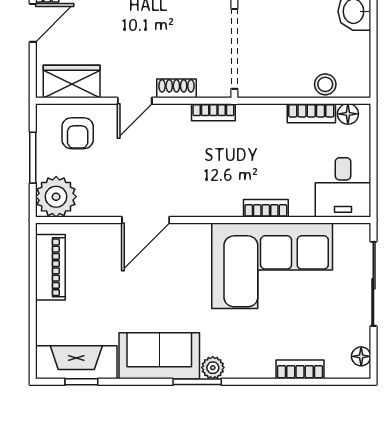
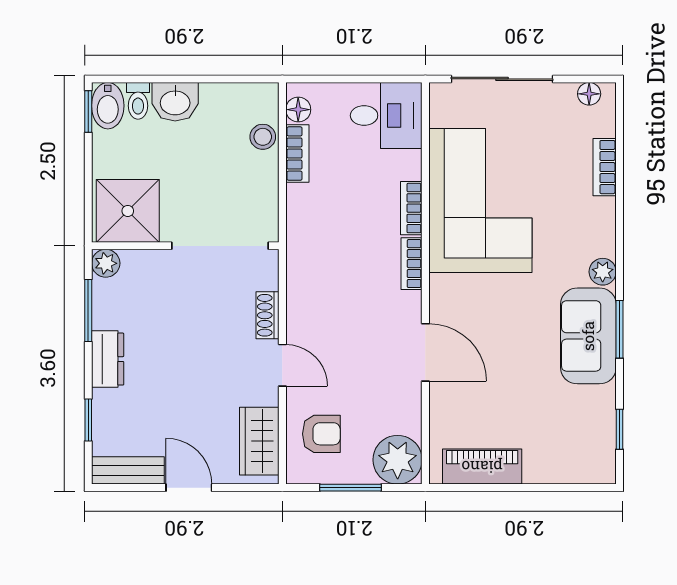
bookcase: (213, 112) -> (412, 264), moved, turned 180
fireplace: (76, 362) -> (596, 435), removed
window: (197, 382) -> (620, 329), moved

